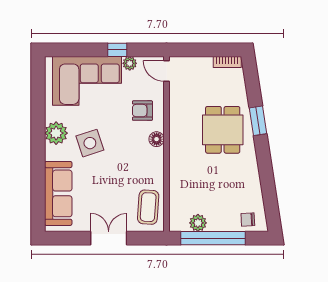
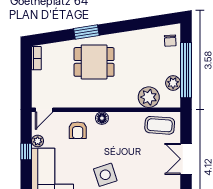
plant: (181, 194) -> (149, 97), added

